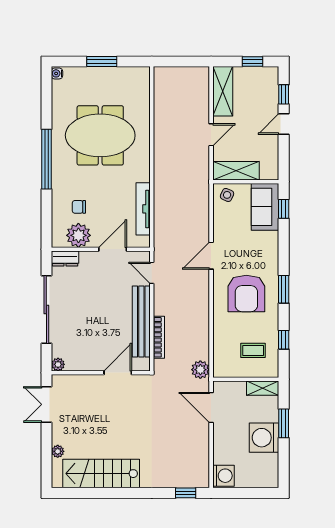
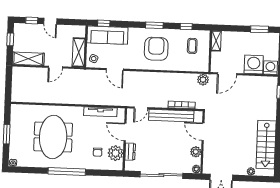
door: (211, 135) -> (55, 67), swing flipped
sofa: (265, 207) -> (107, 35), width x1.36
door: (211, 256) -> (115, 69), moved
dresser: (65, 259) -> (130, 152), moved
armchair: (246, 294) -> (156, 49), turned -90
plant: (85, 363) -> (196, 152), added
window: (284, 423) -> (259, 29), moved
washing machine: (264, 438) -> (254, 64), moved, turned 180

